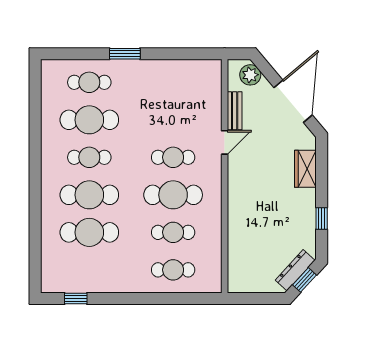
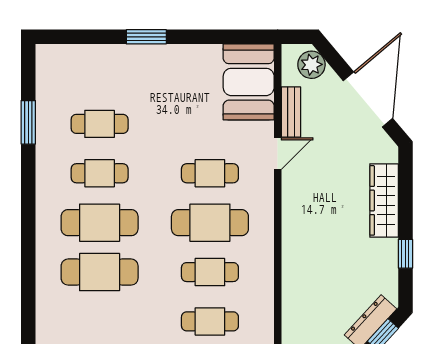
cafe table: (89, 82) -> (100, 74), removed
booth: (202, 88) -> (249, 82), added
window: (35, 119) -> (28, 122), added
cafe table: (89, 120) -> (100, 124), width x0.73, depth x0.74
wardrobe: (305, 169) -> (384, 200), width x1.50

